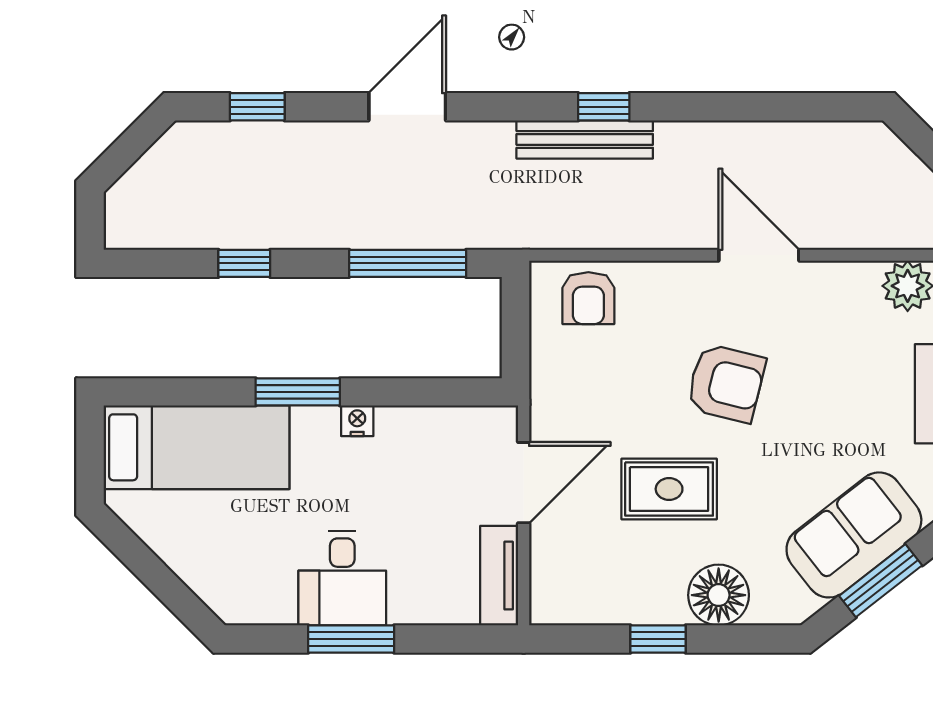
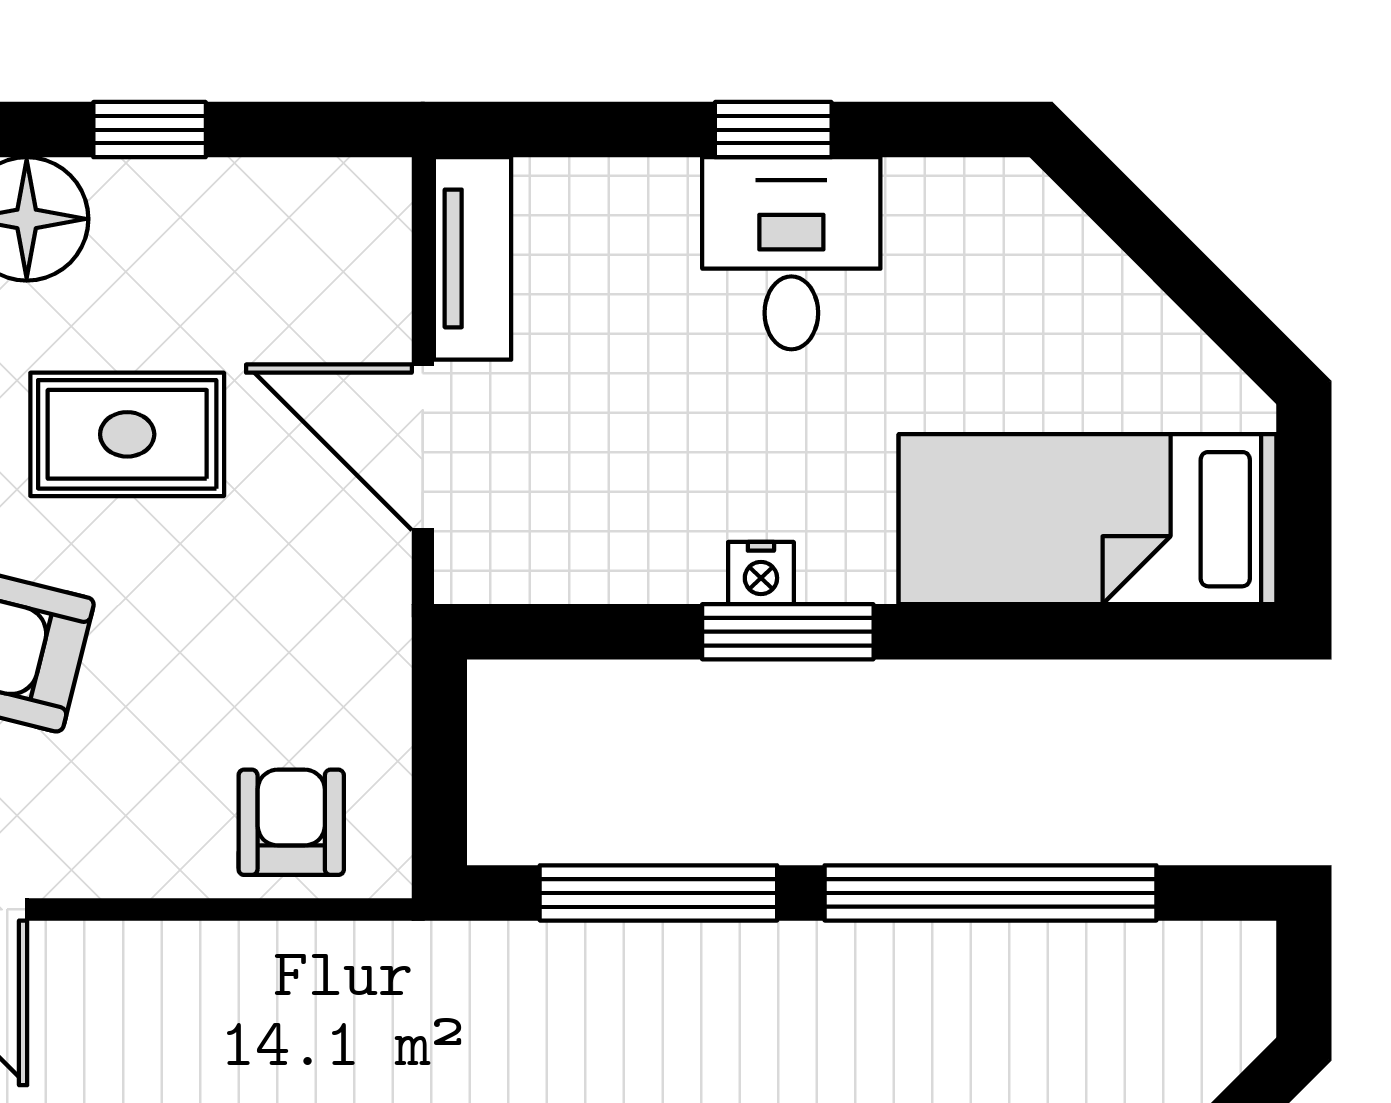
window: (244, 263) -> (991, 893), width x3.17
window: (298, 392) -> (788, 632), moved
door: (524, 483) -> (423, 447), hinge flipped
window: (351, 639) -> (773, 130), width x0.67

